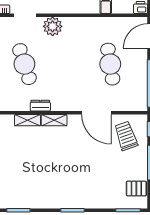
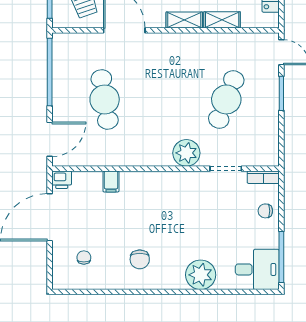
cafe table: (24, 64) -> (226, 99), turned 39
dresser: (40, 106) -> (204, 41), removed

